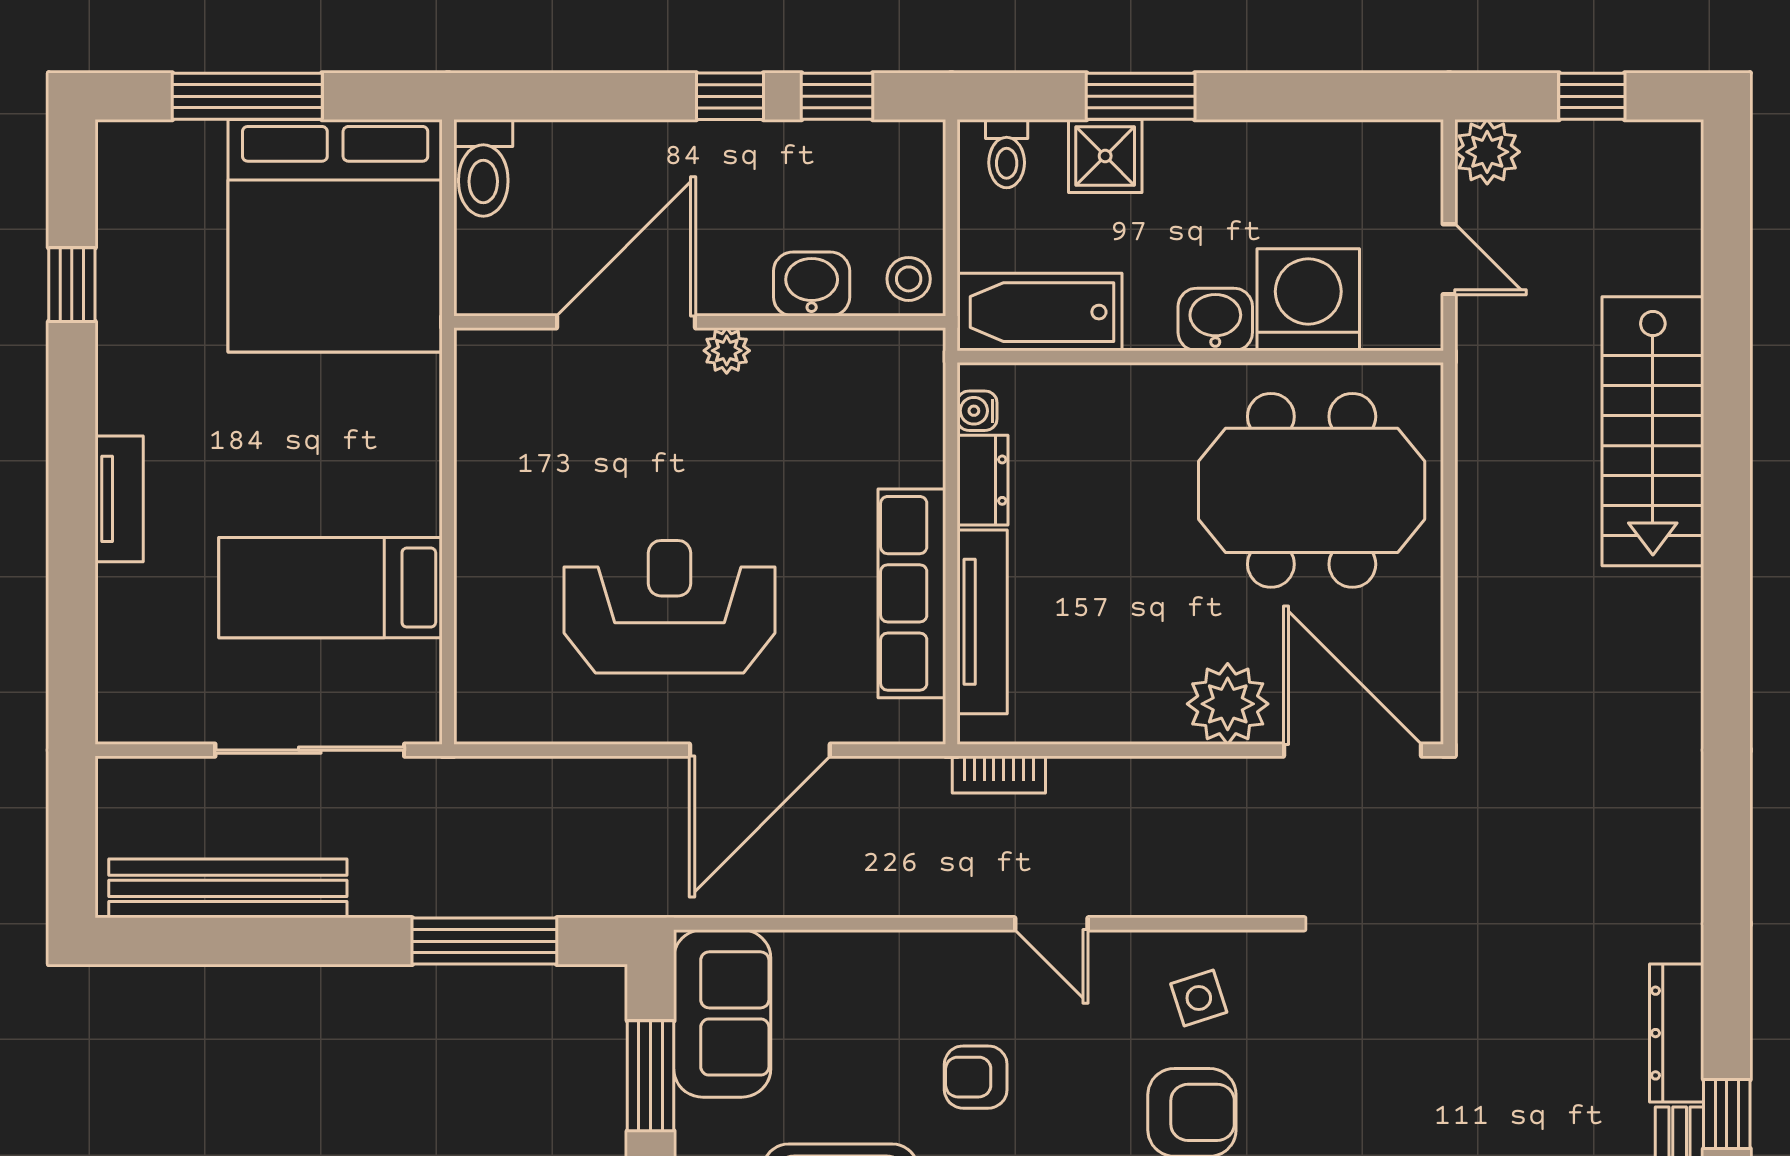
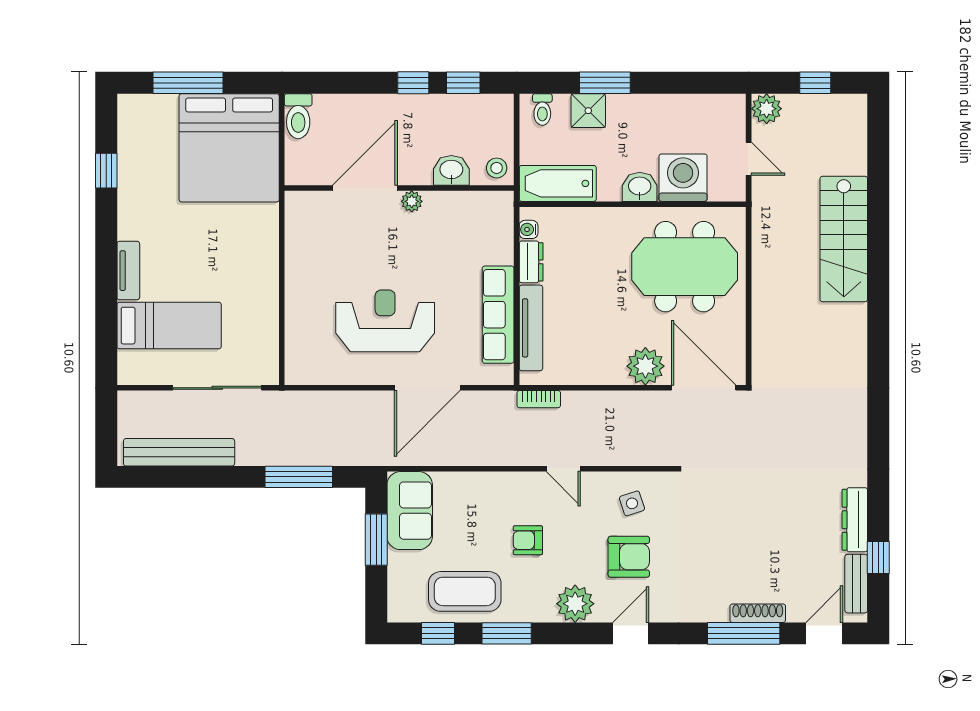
bed: (331, 588) -> (169, 326), moved, turned 180

